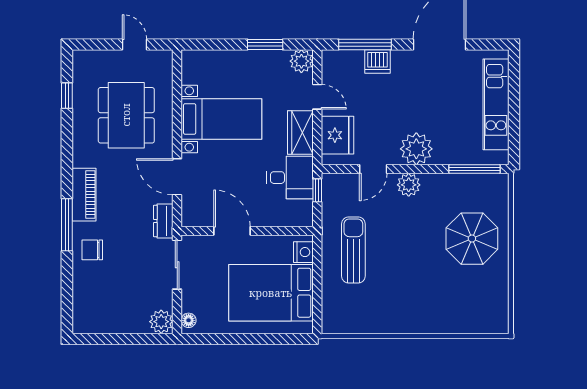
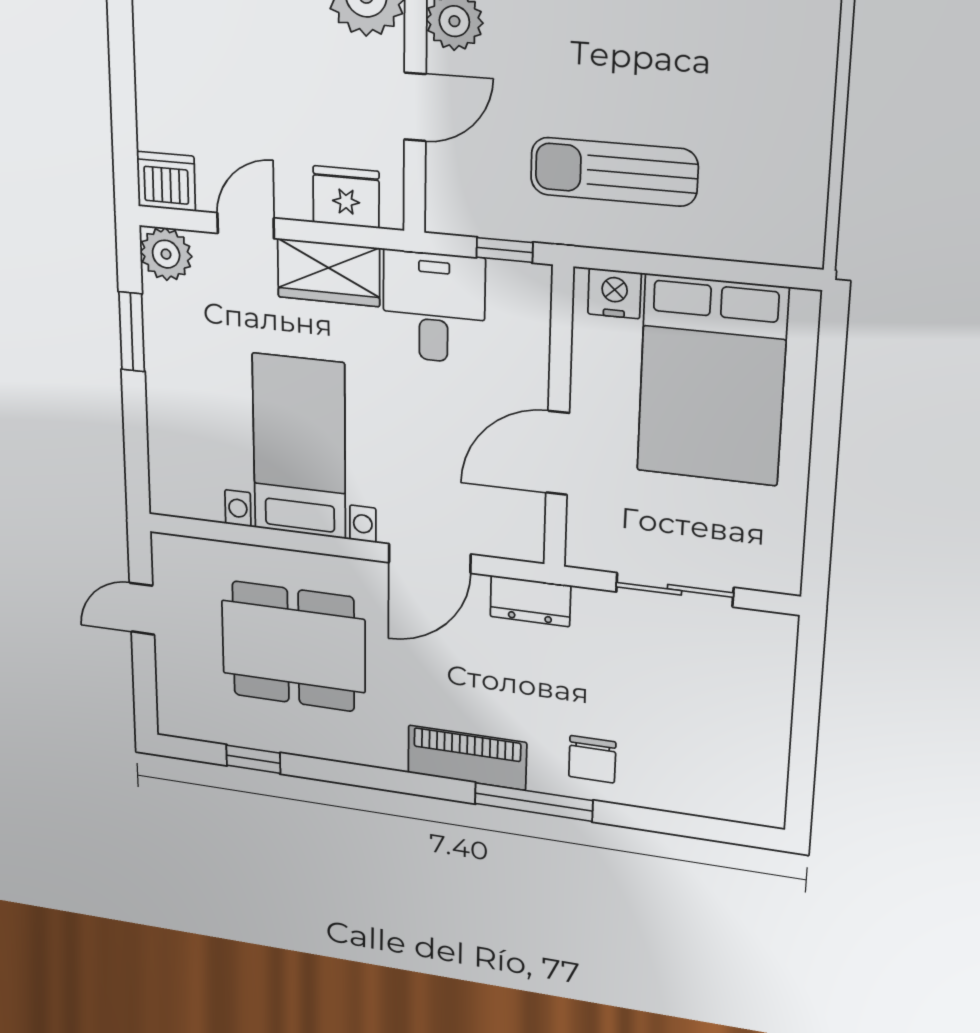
window: (365, 44) -> (123, 103), removed
dishwasher: (378, 61) -> (166, 181), moved, turned -90
fridge: (337, 135) -> (346, 197), width x0.73, depth x0.75
door: (373, 169) -> (415, 107), hinge flipped
window: (317, 190) -> (505, 250), moved
sliding door: (177, 265) -> (674, 590), moved
floor lamp: (189, 320) -> (769, 576), removed
plant: (161, 322) -> (768, 637), removed

